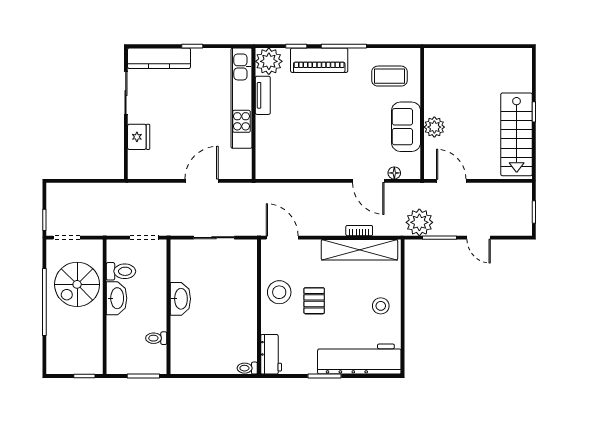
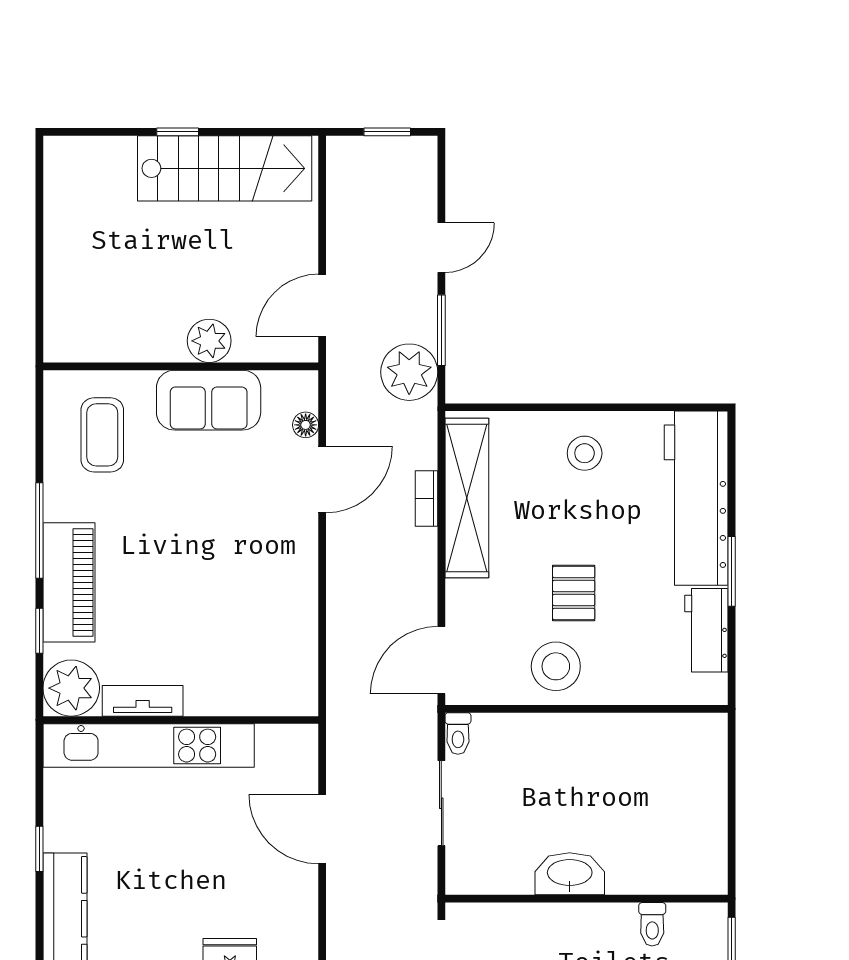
pallet: (314, 301) -> (574, 593), turned 90
workbench: (271, 354) -> (706, 630), moved, turned -90
toilet: (247, 368) -> (458, 734), moved

